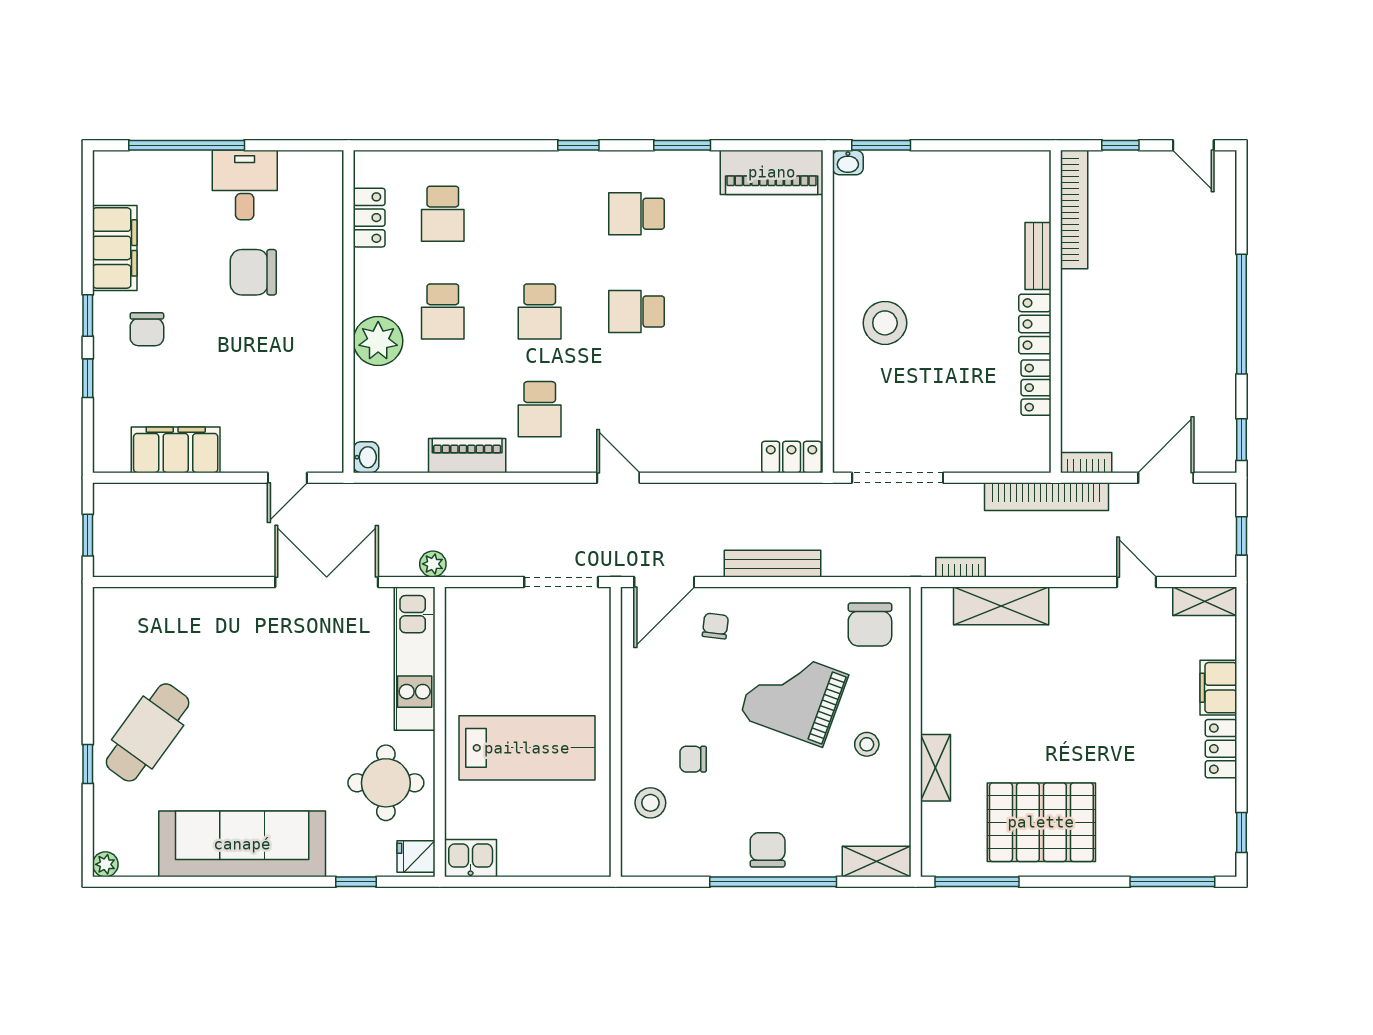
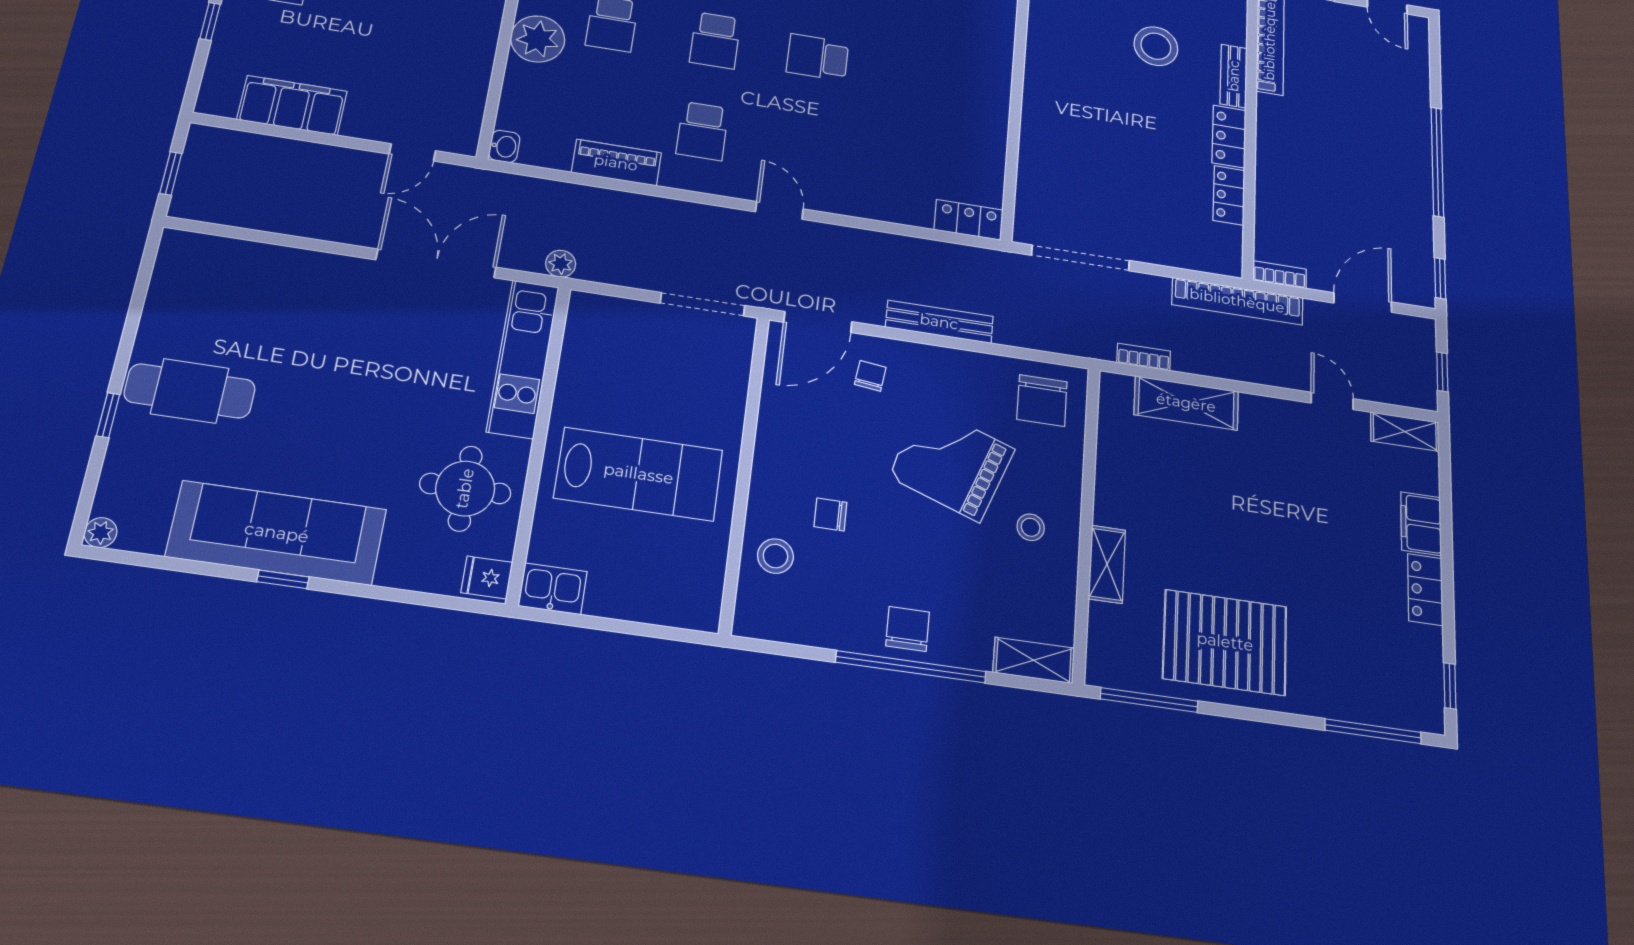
stool: (885, 323) -> (1156, 46), moved
cafe table: (148, 732) -> (190, 391), turned 54
window: (356, 882) -> (283, 579), moved

